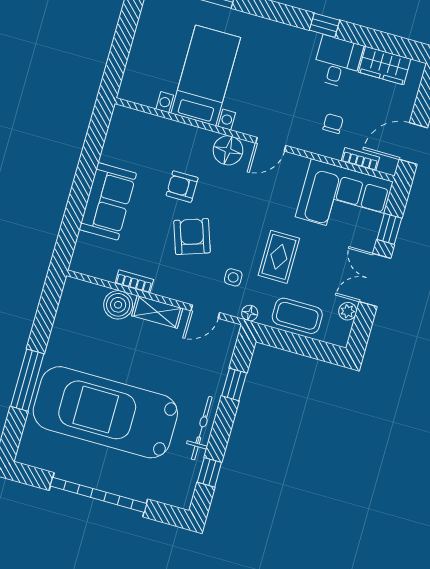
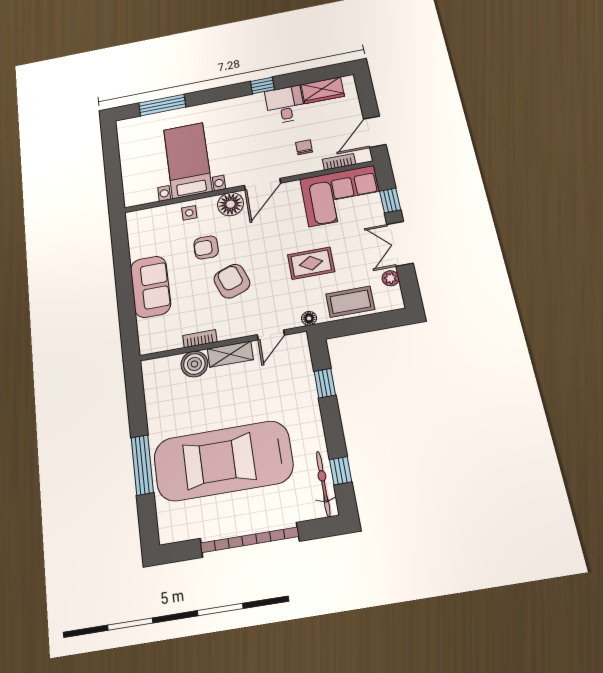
door: (271, 144) -> (262, 184), width x1.38
rug: (279, 257) -> (311, 263), turned 90
side table: (233, 277) -> (189, 213), moved
bicycle: (202, 428) -> (323, 484), moved

